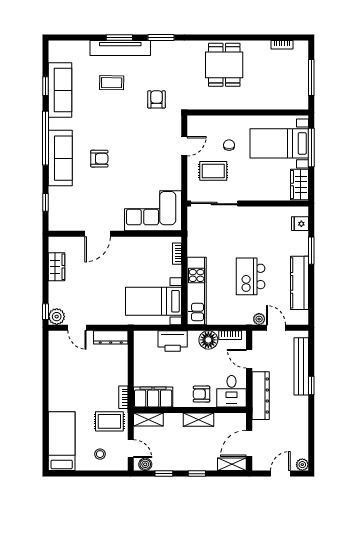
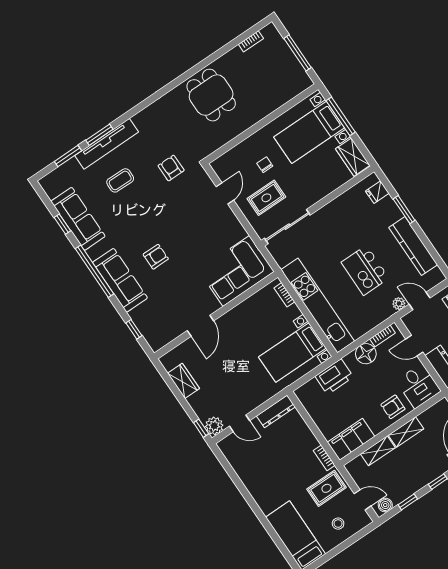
window: (161, 37) -> (68, 156), moved
kitchen unit: (197, 291) -> (318, 306), width x1.36
shelving: (148, 420) -> (378, 451), moved

